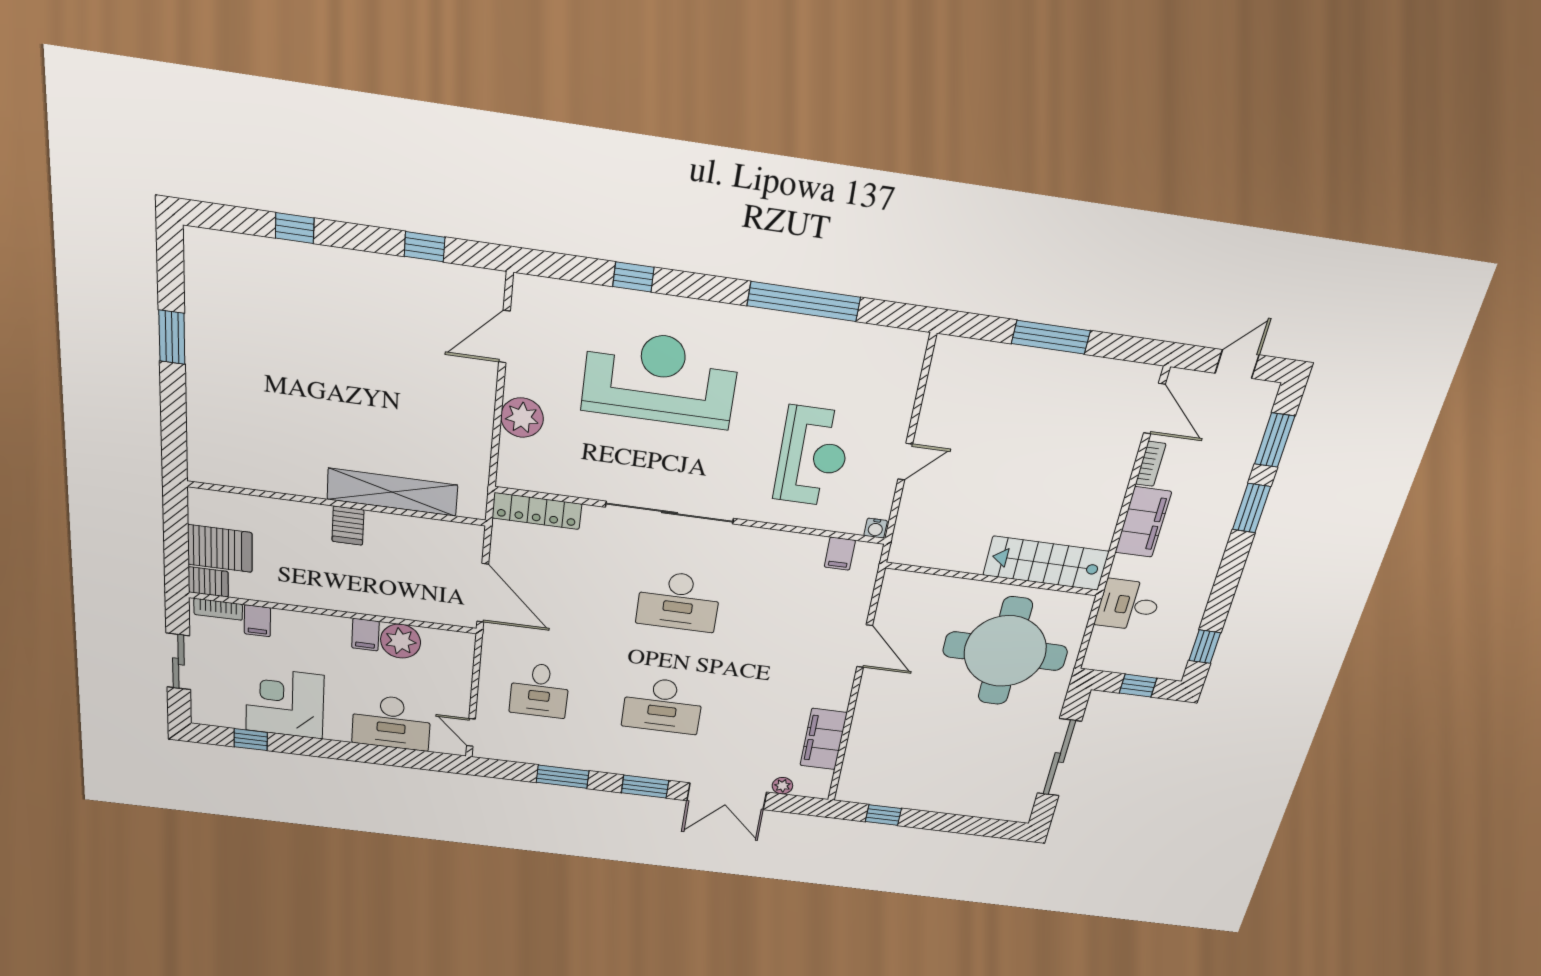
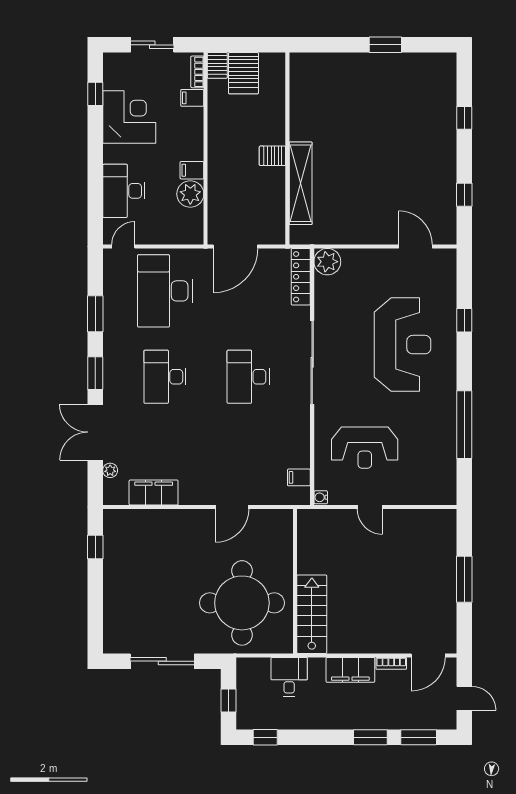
plant: (522, 418) -> (327, 262), moved
desk: (540, 690) -> (165, 291), width x1.87, depth x1.30

